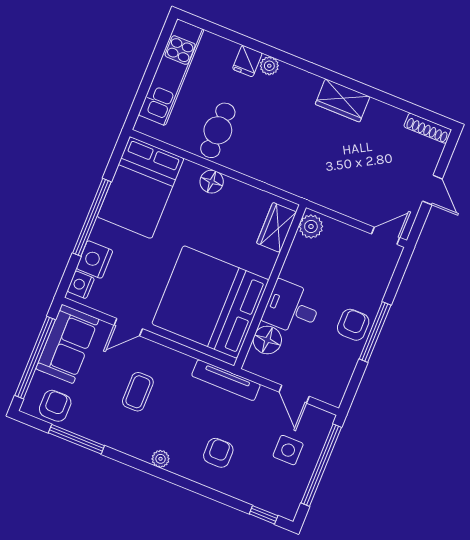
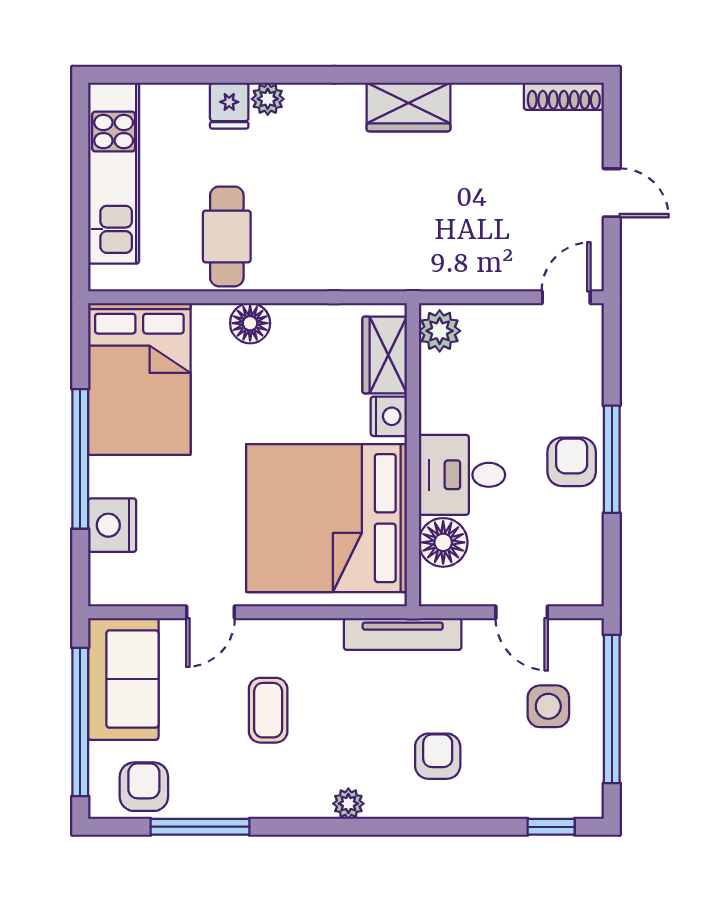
nightstand: (81, 285) -> (389, 416), moved, turned 180

